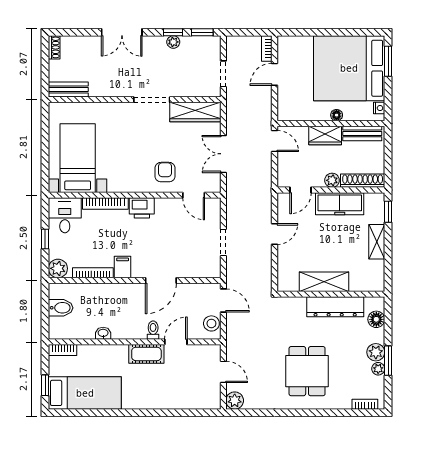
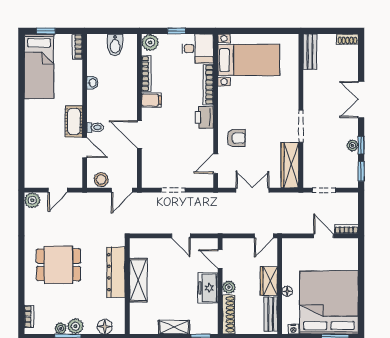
freezer: (340, 204) -> (208, 288), width x0.71
dresser: (335, 307) -> (116, 272), moved

